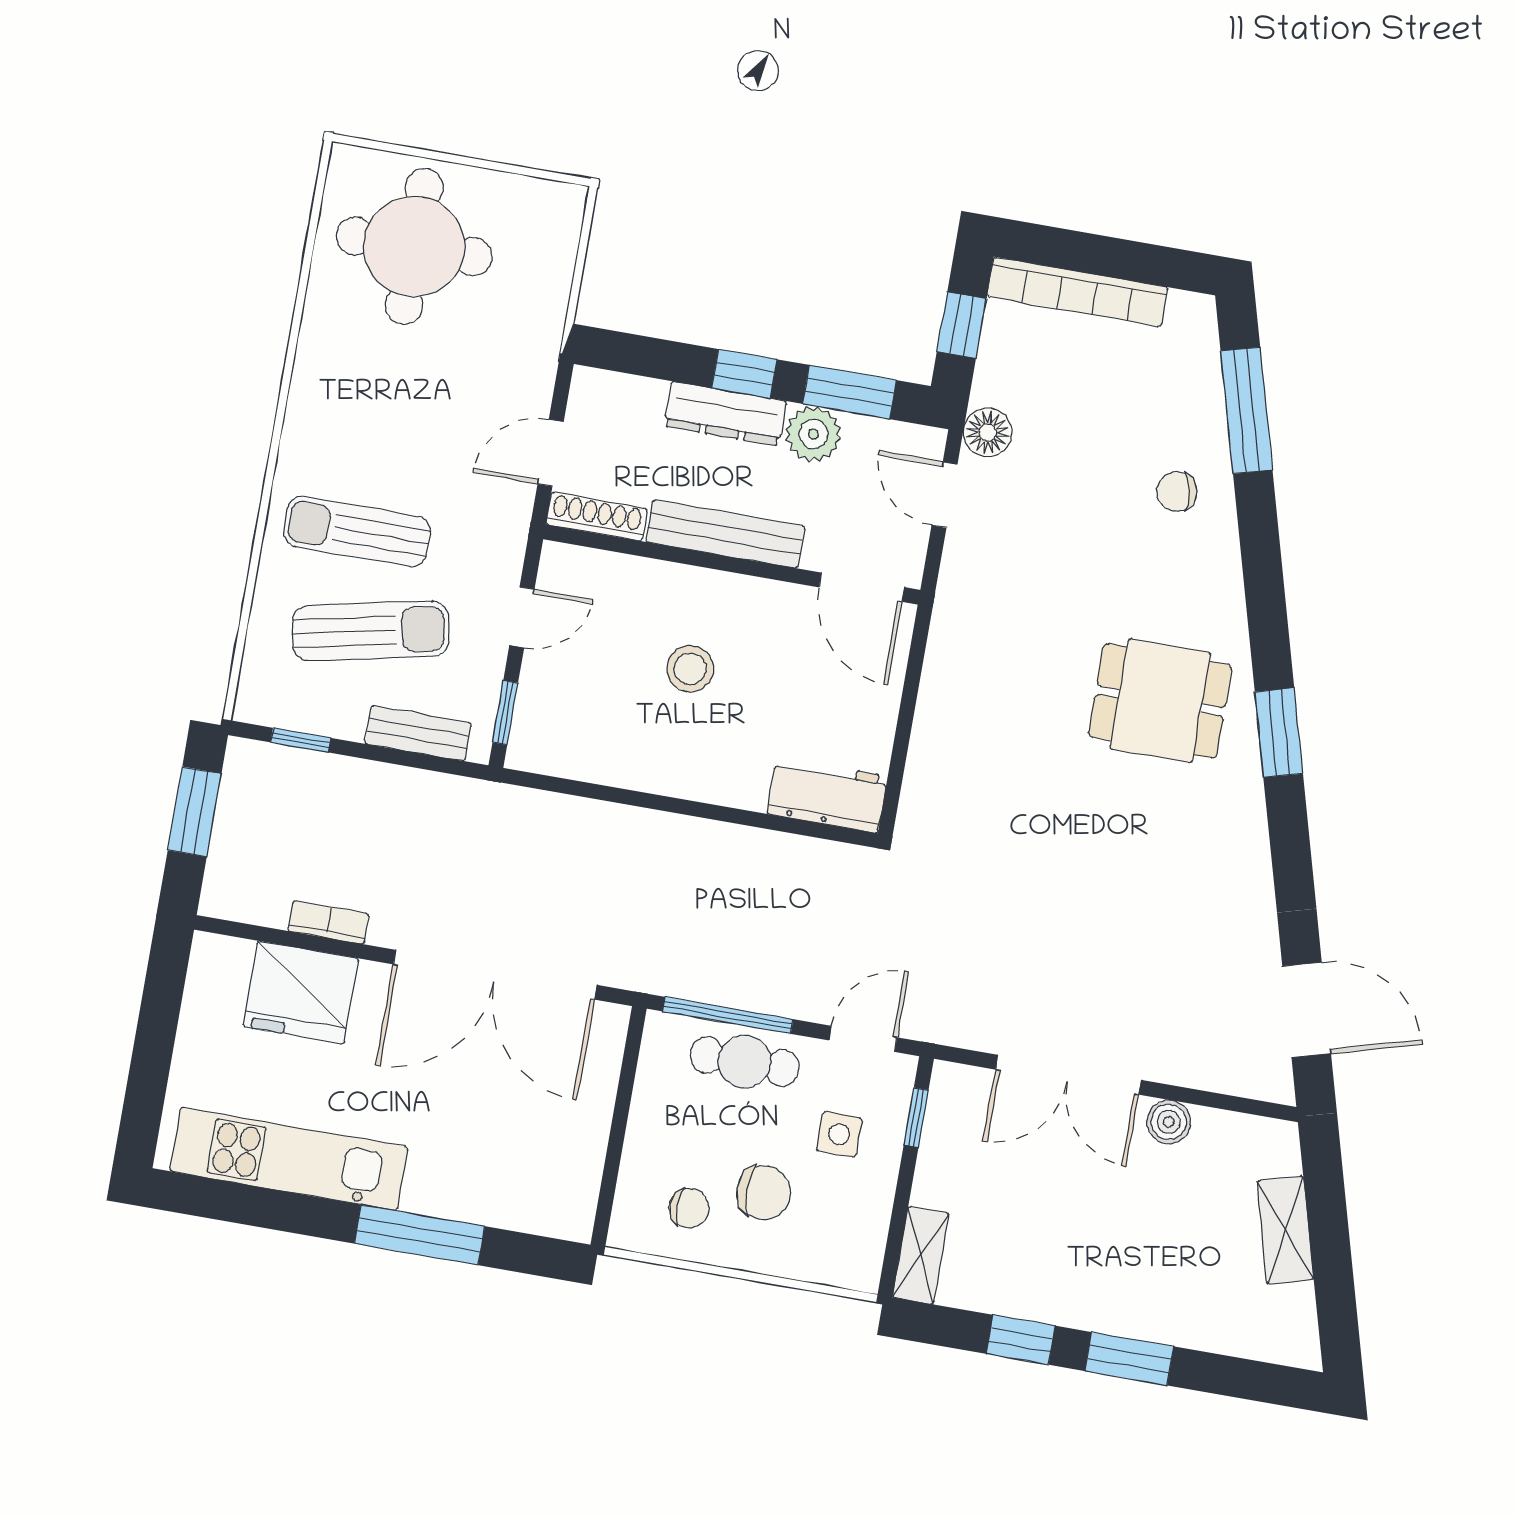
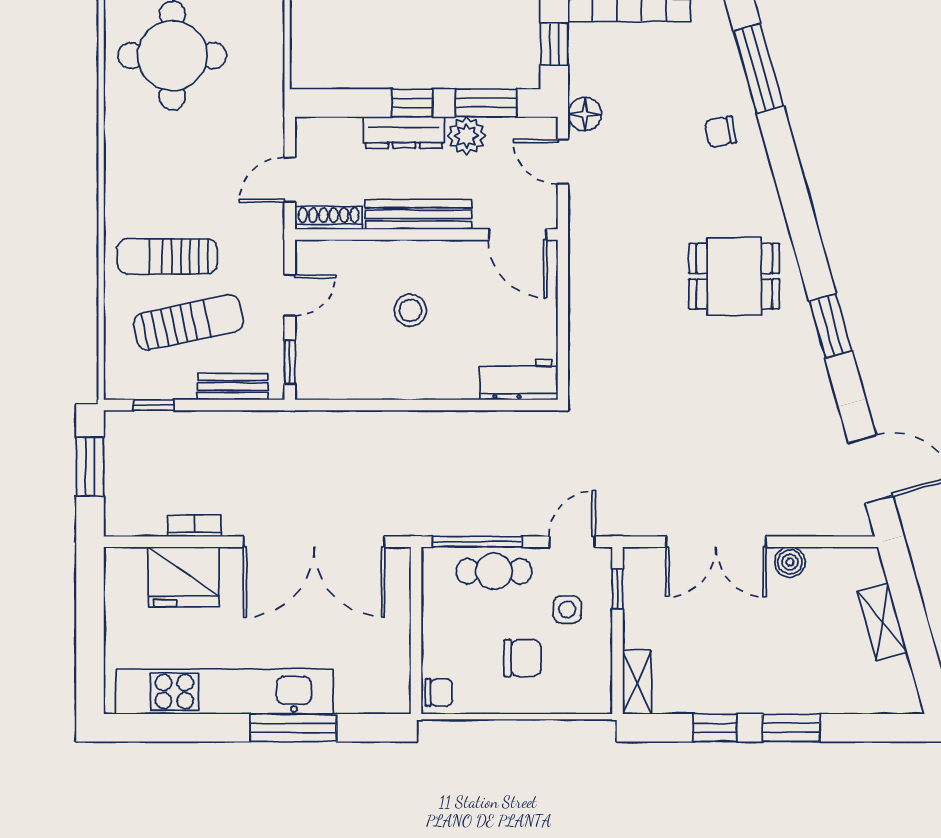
window: (1279, 733) -> (831, 326), moved
kitchen unit: (289, 1159) -> (224, 692), width x1.36
chair: (689, 1208) -> (439, 692), moved

